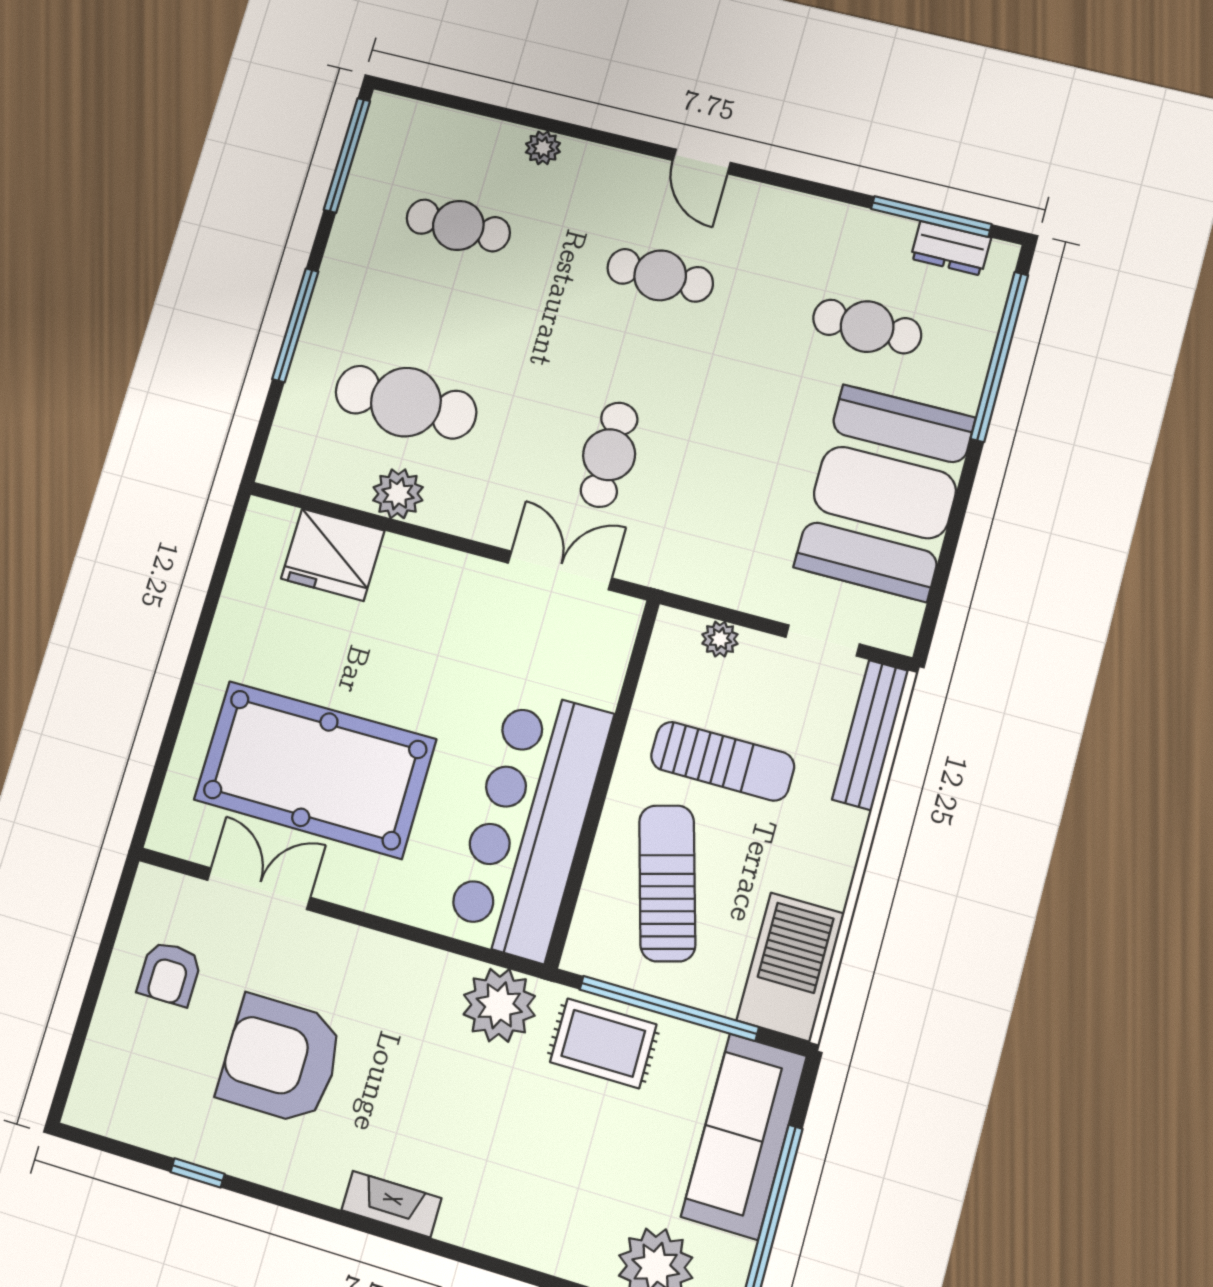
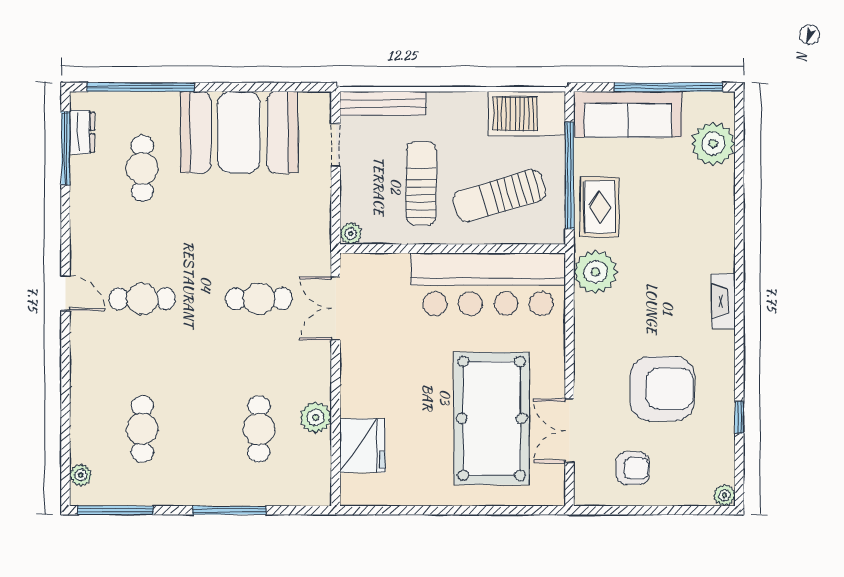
plant: (543, 148) -> (81, 475), moved
door: (702, 161) -> (66, 293), hinge flipped
cafe table: (660, 275) -> (142, 299), turned 90
cafe table: (406, 402) -> (259, 429), width x0.73, depth x0.74
plant: (720, 639) -> (351, 233), moved
armchair: (281, 1059) -> (662, 389), turned -90
plant: (82, 1110) -> (724, 495), added

